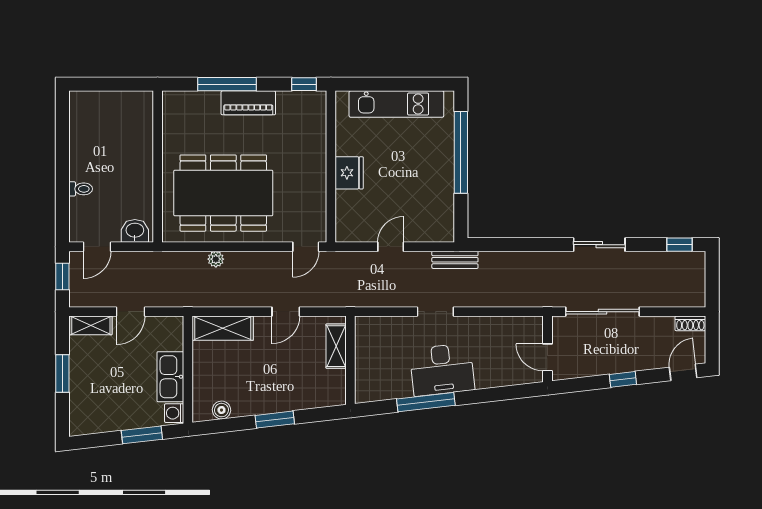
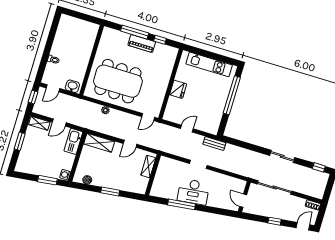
window: (304, 84) -> (160, 40), moved
kitchen sink: (170, 377) -> (73, 141), moved

